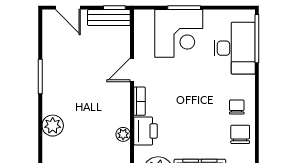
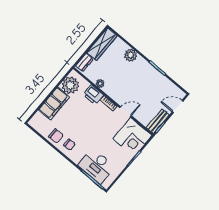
corner desk: (179, 33) -> (132, 137), moved, turned -90
door: (132, 70) -> (126, 112), hinge flipped

